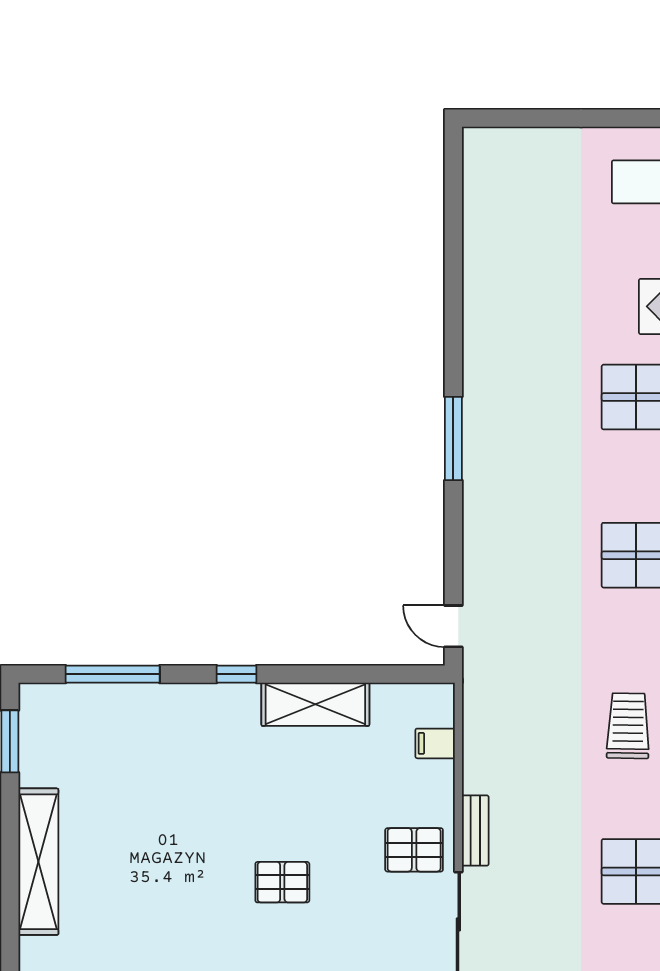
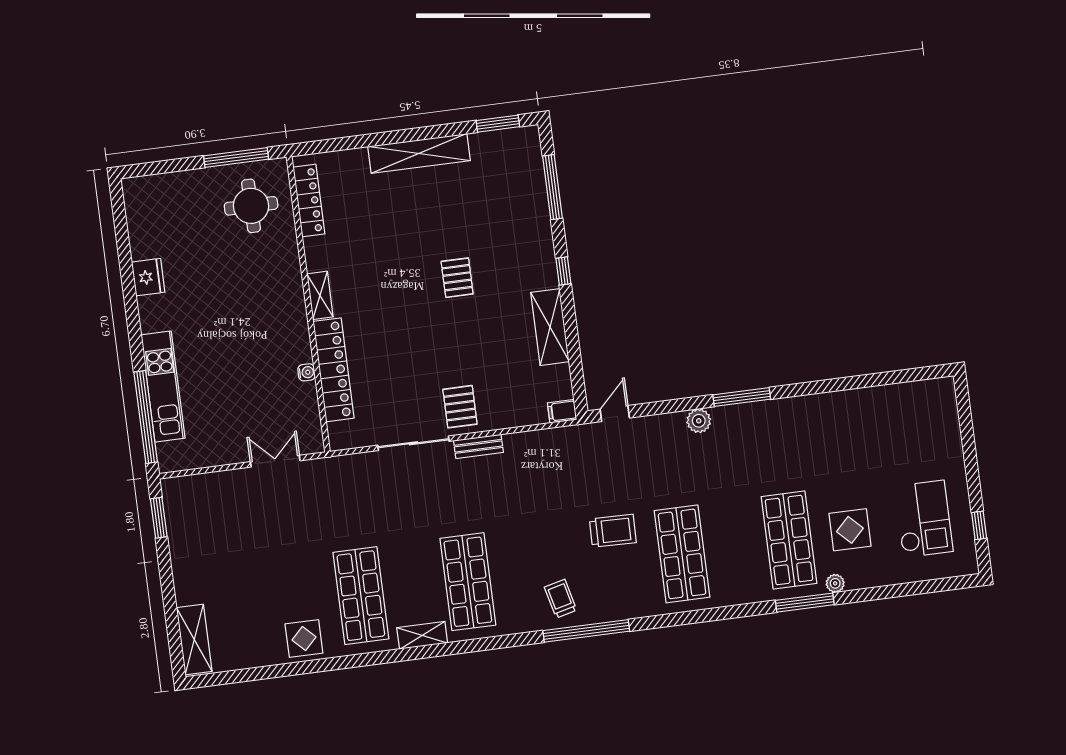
plant: (480, 506) -> (699, 421), added
trolley: (628, 726) -> (613, 531), moved
filing cabinet: (435, 743) -> (562, 411), moved, turned -90
pallet: (282, 882) -> (457, 278), moved

